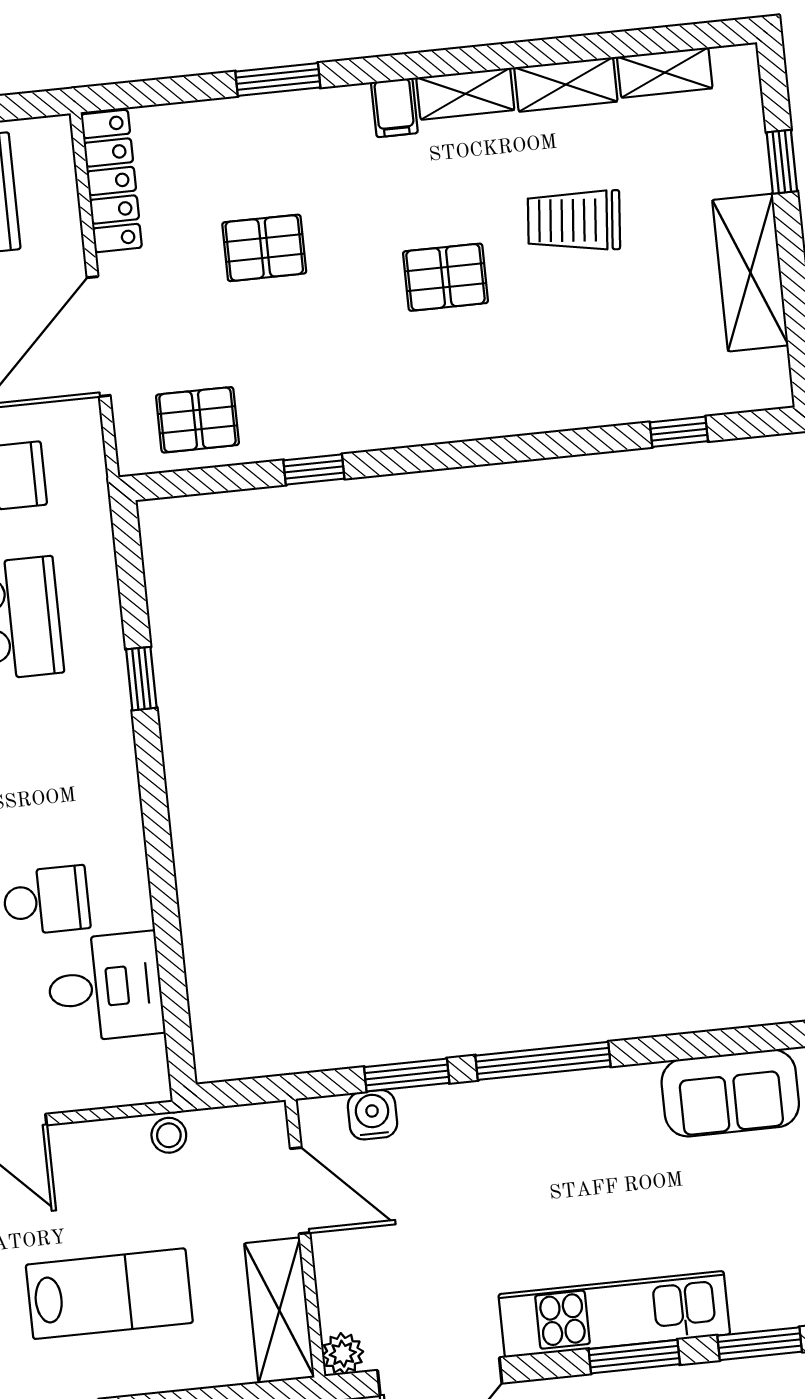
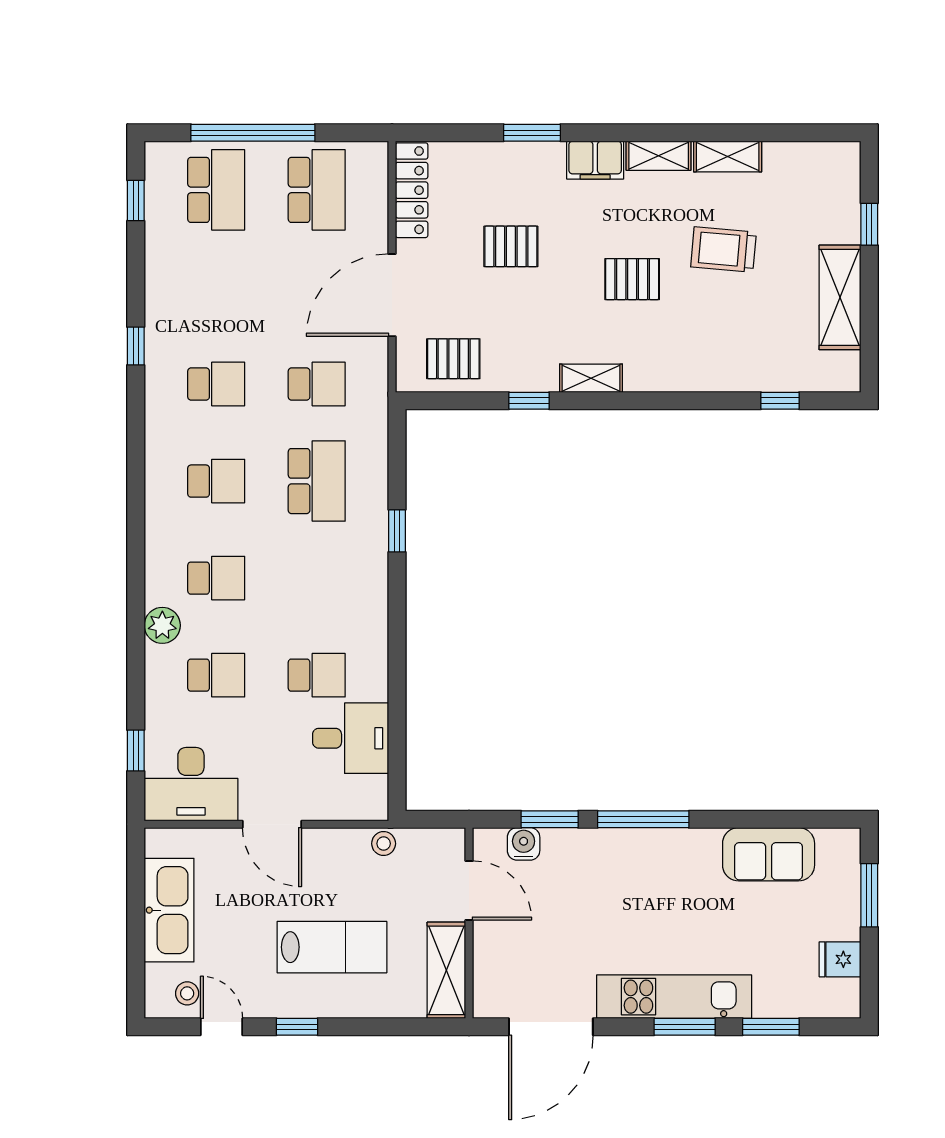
shelving: (665, 73) -> (591, 378), moved
filing cabinet: (394, 108) -> (595, 160), width x2.00
plant: (343, 1354) -> (487, 1004), removed

